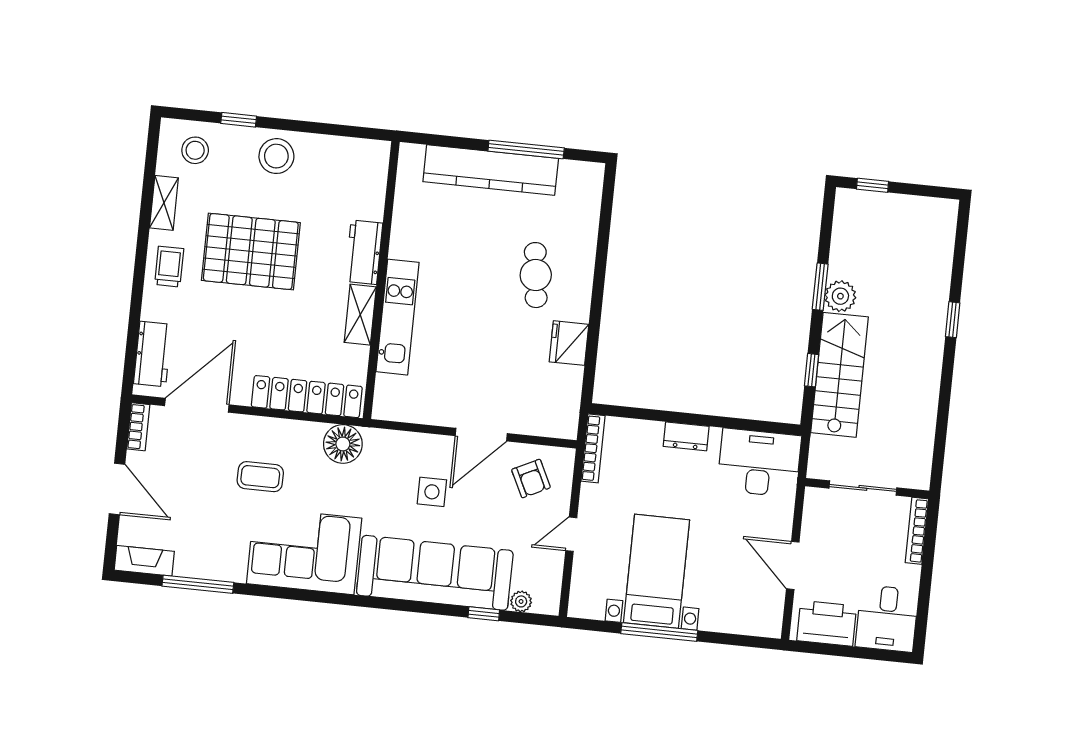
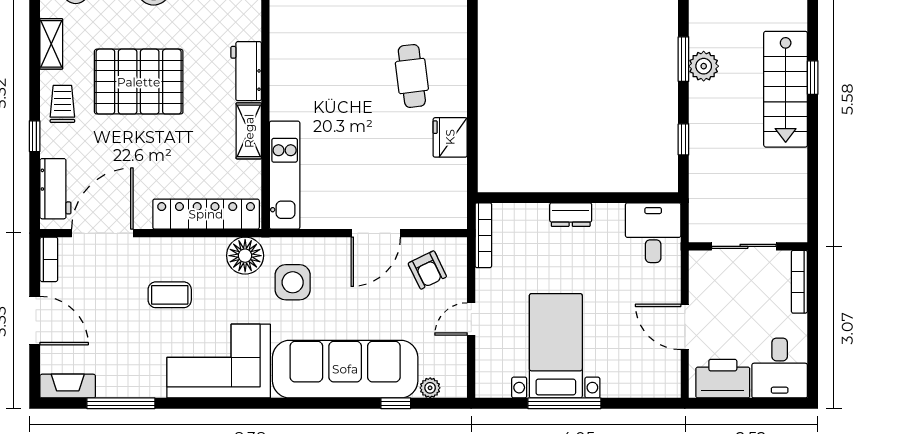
window: (137, 297) -> (35, 136), added
kitchen unit: (398, 317) -> (285, 175), moved
stairs: (840, 375) -> (786, 89), moved, turned 180
desk: (759, 463) -> (653, 233), width x0.73
side table: (432, 492) -> (293, 282), moved, width x1.37, depth x1.37

